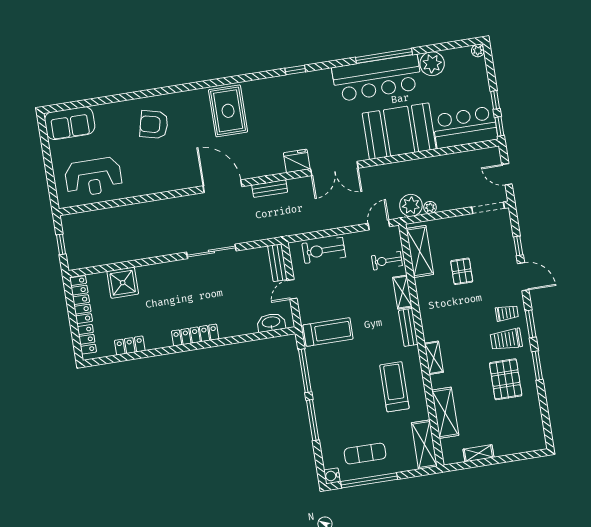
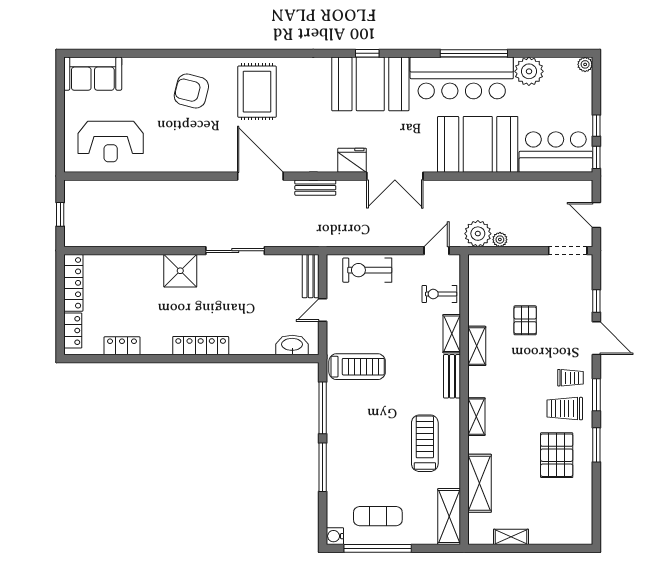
booth: (302, 95) -> (370, 84), added
rug: (228, 111) -> (257, 92), moved
shelving: (420, 251) -> (477, 346), moved, width x0.67, depth x0.75
shower: (123, 283) -> (180, 271), moved

